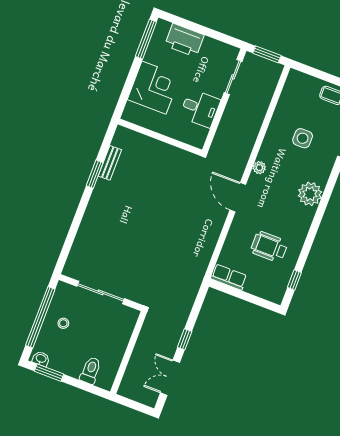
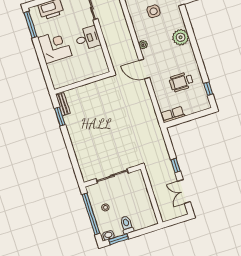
wall: (160, 137) -> (83, 83), moved
toilet: (91, 370) -> (127, 225), moved

